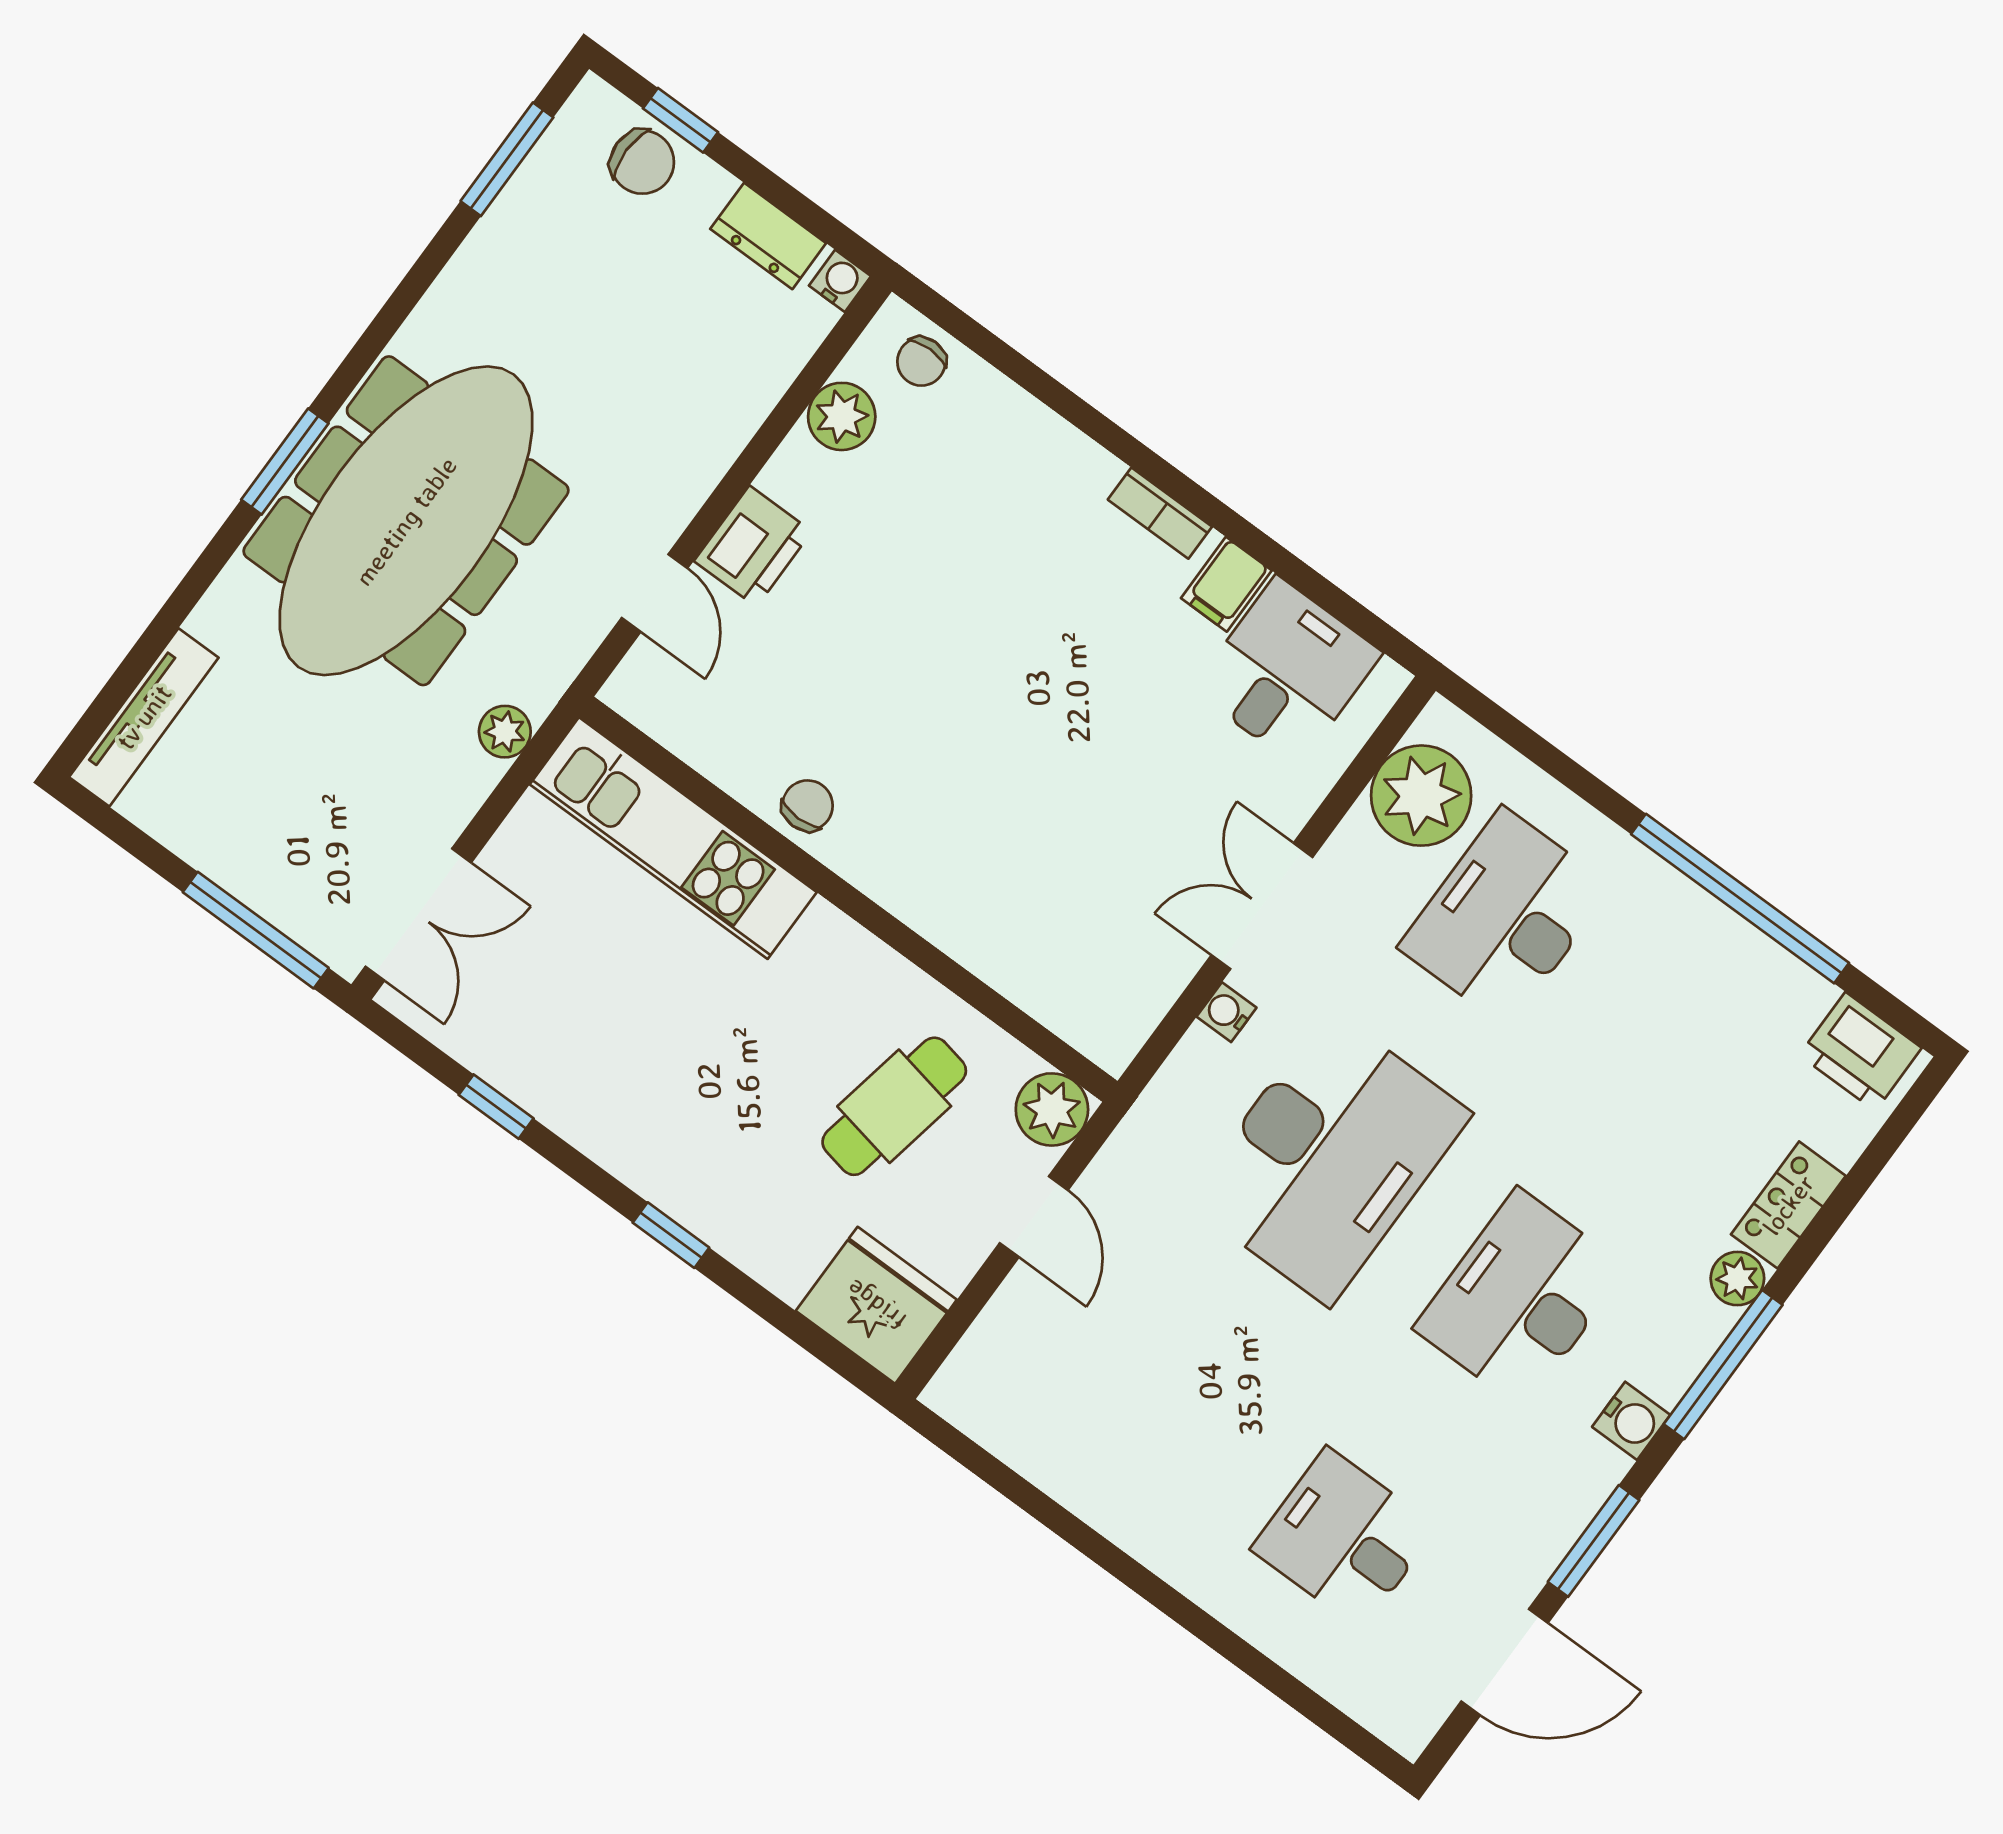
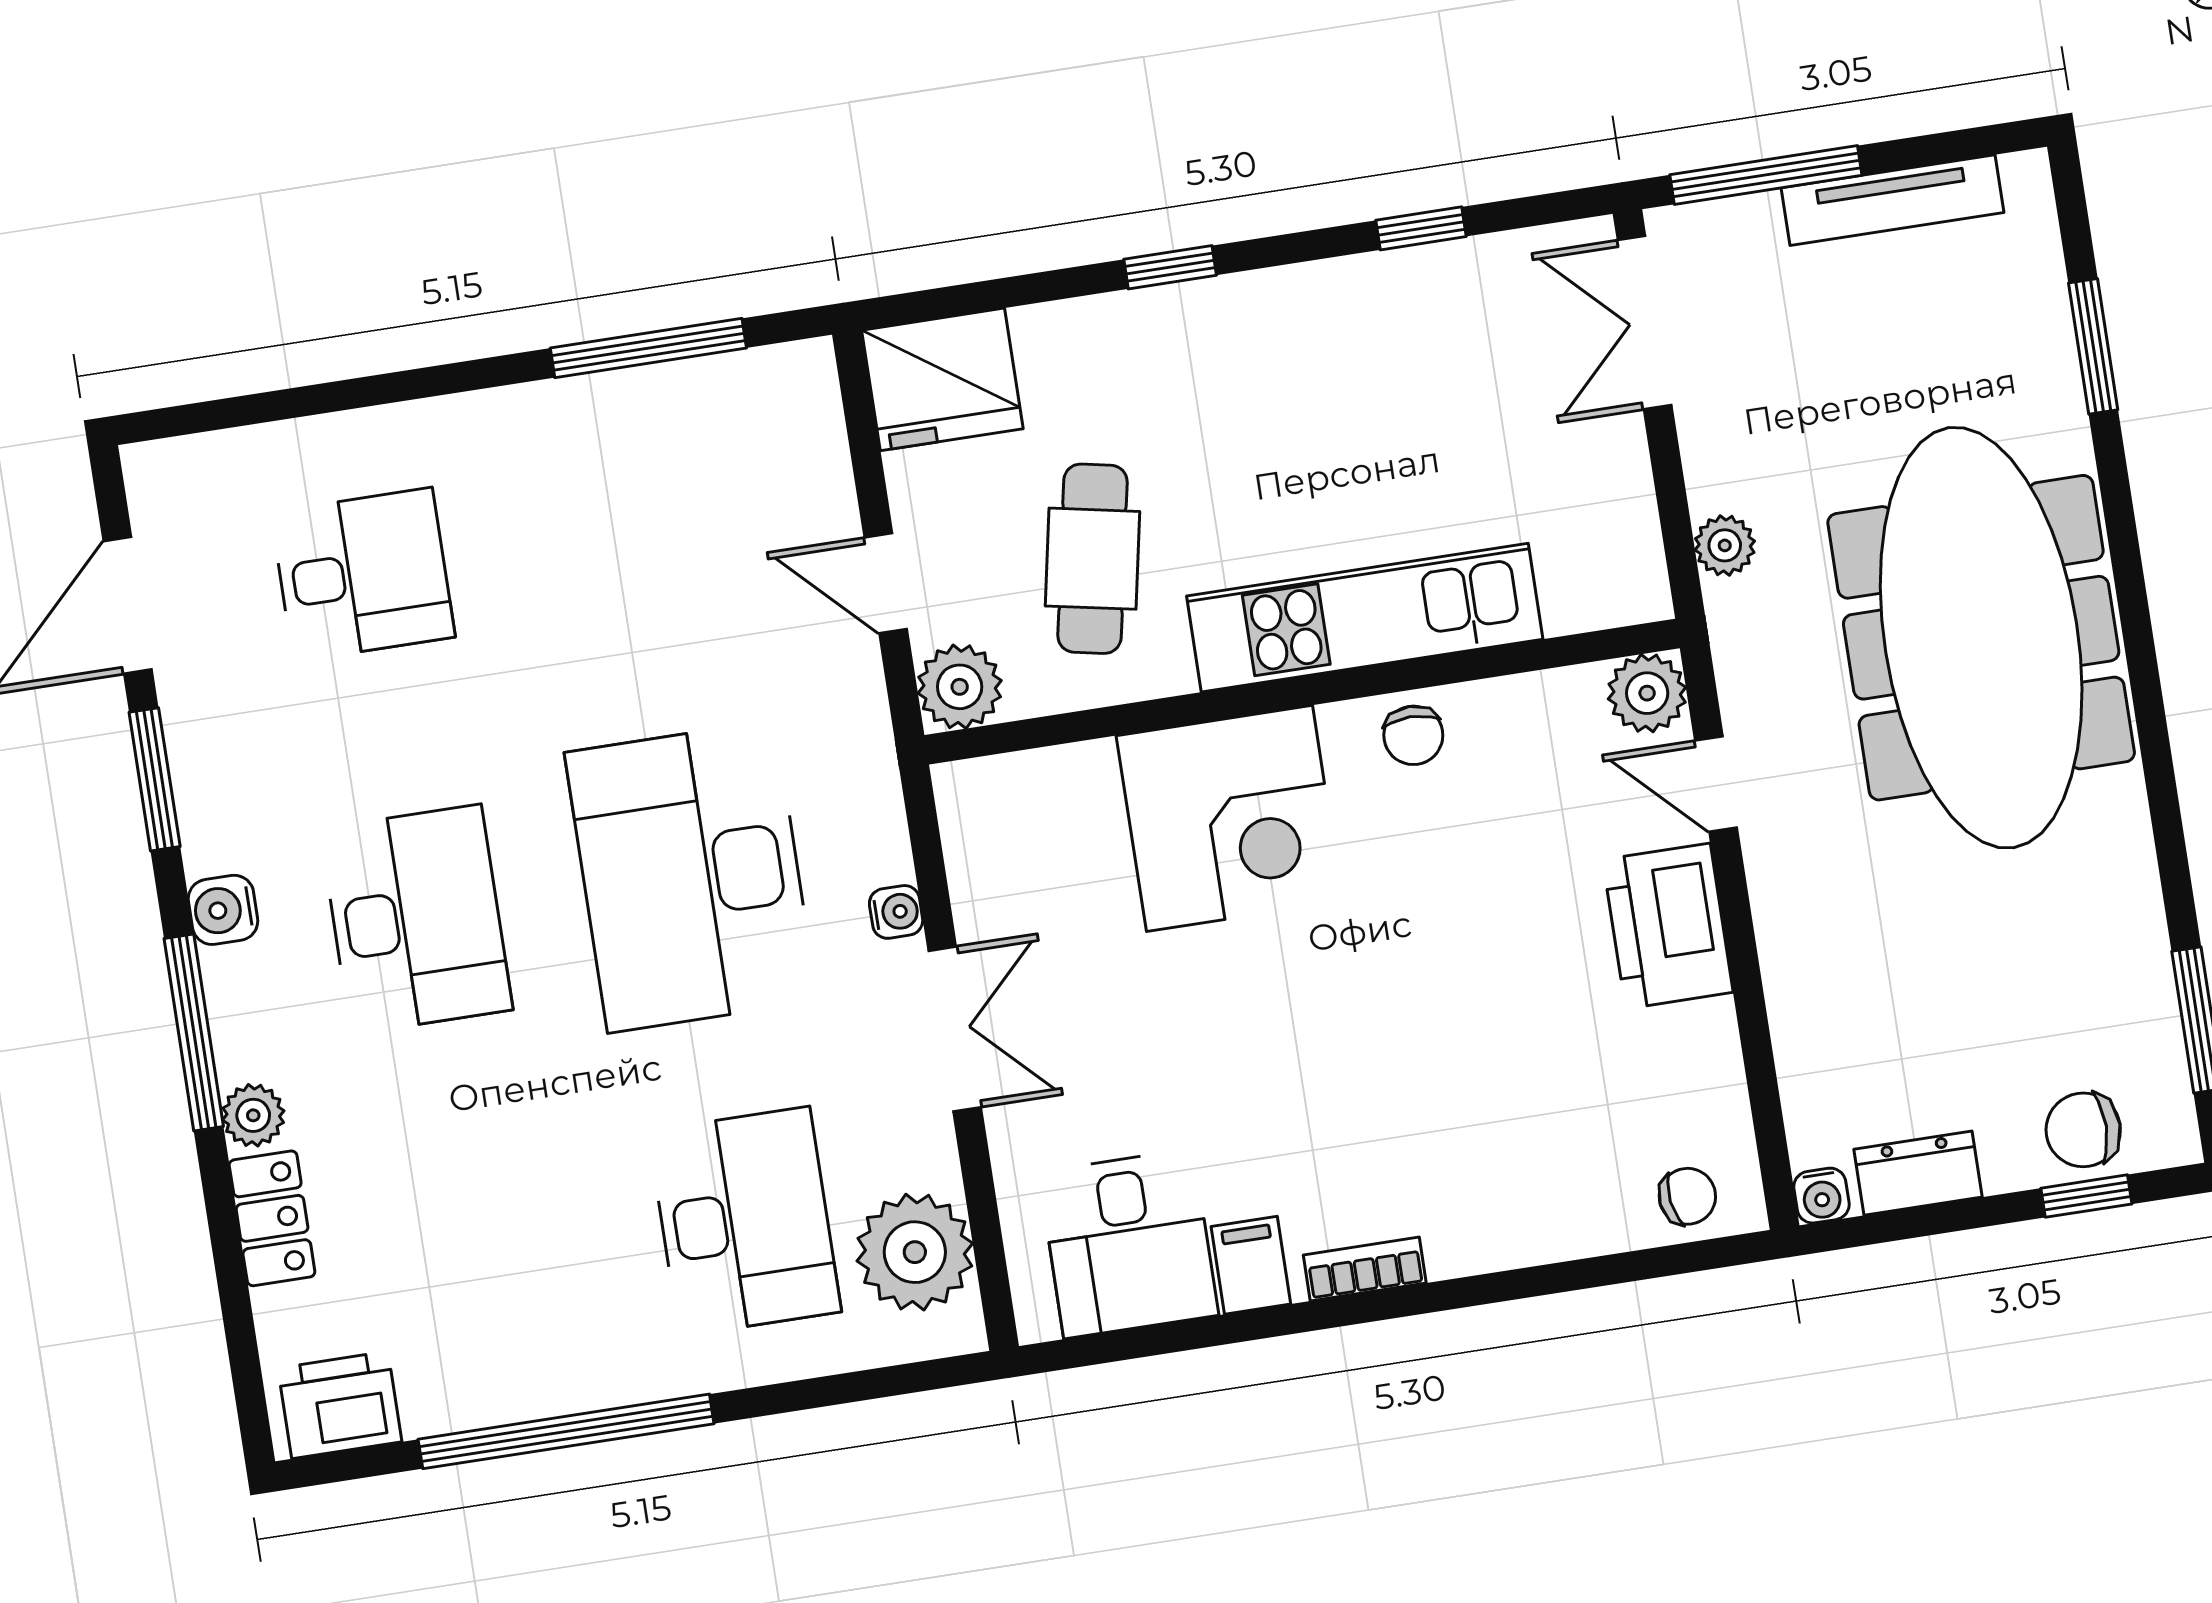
chair: (921, 362) -> (1687, 1196), turned 82
plant: (842, 416) -> (1647, 693), moved
window: (285, 461) -> (2093, 346), moved
printer: (753, 546) -> (1668, 926), width x1.37, depth x1.19
tv unit: (144, 717) -> (1893, 200), moved, turned -90
kitchen unit: (673, 838) -> (1365, 618), moved
corner desk: (969, 867) -> (1229, 818), added
window: (1035, 1502) -> (648, 348), added

